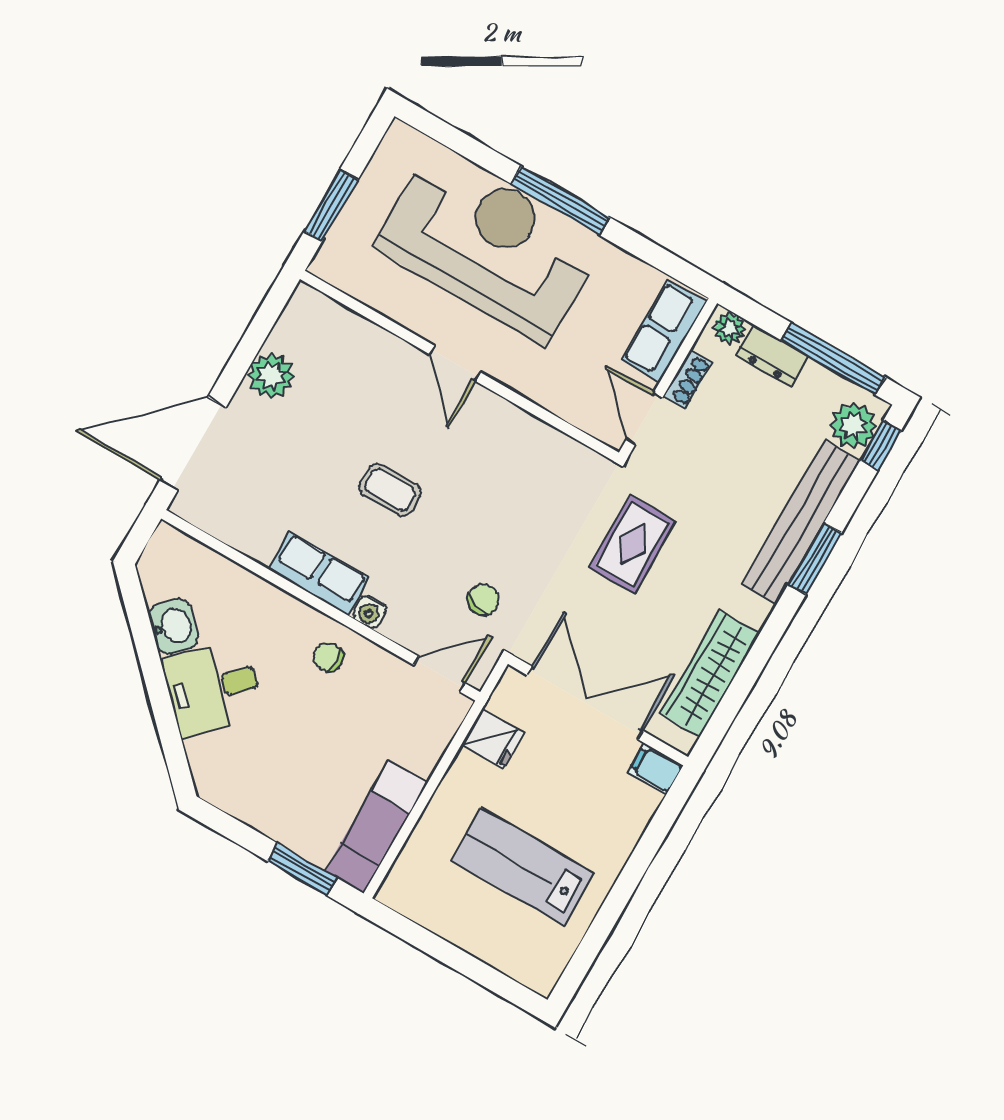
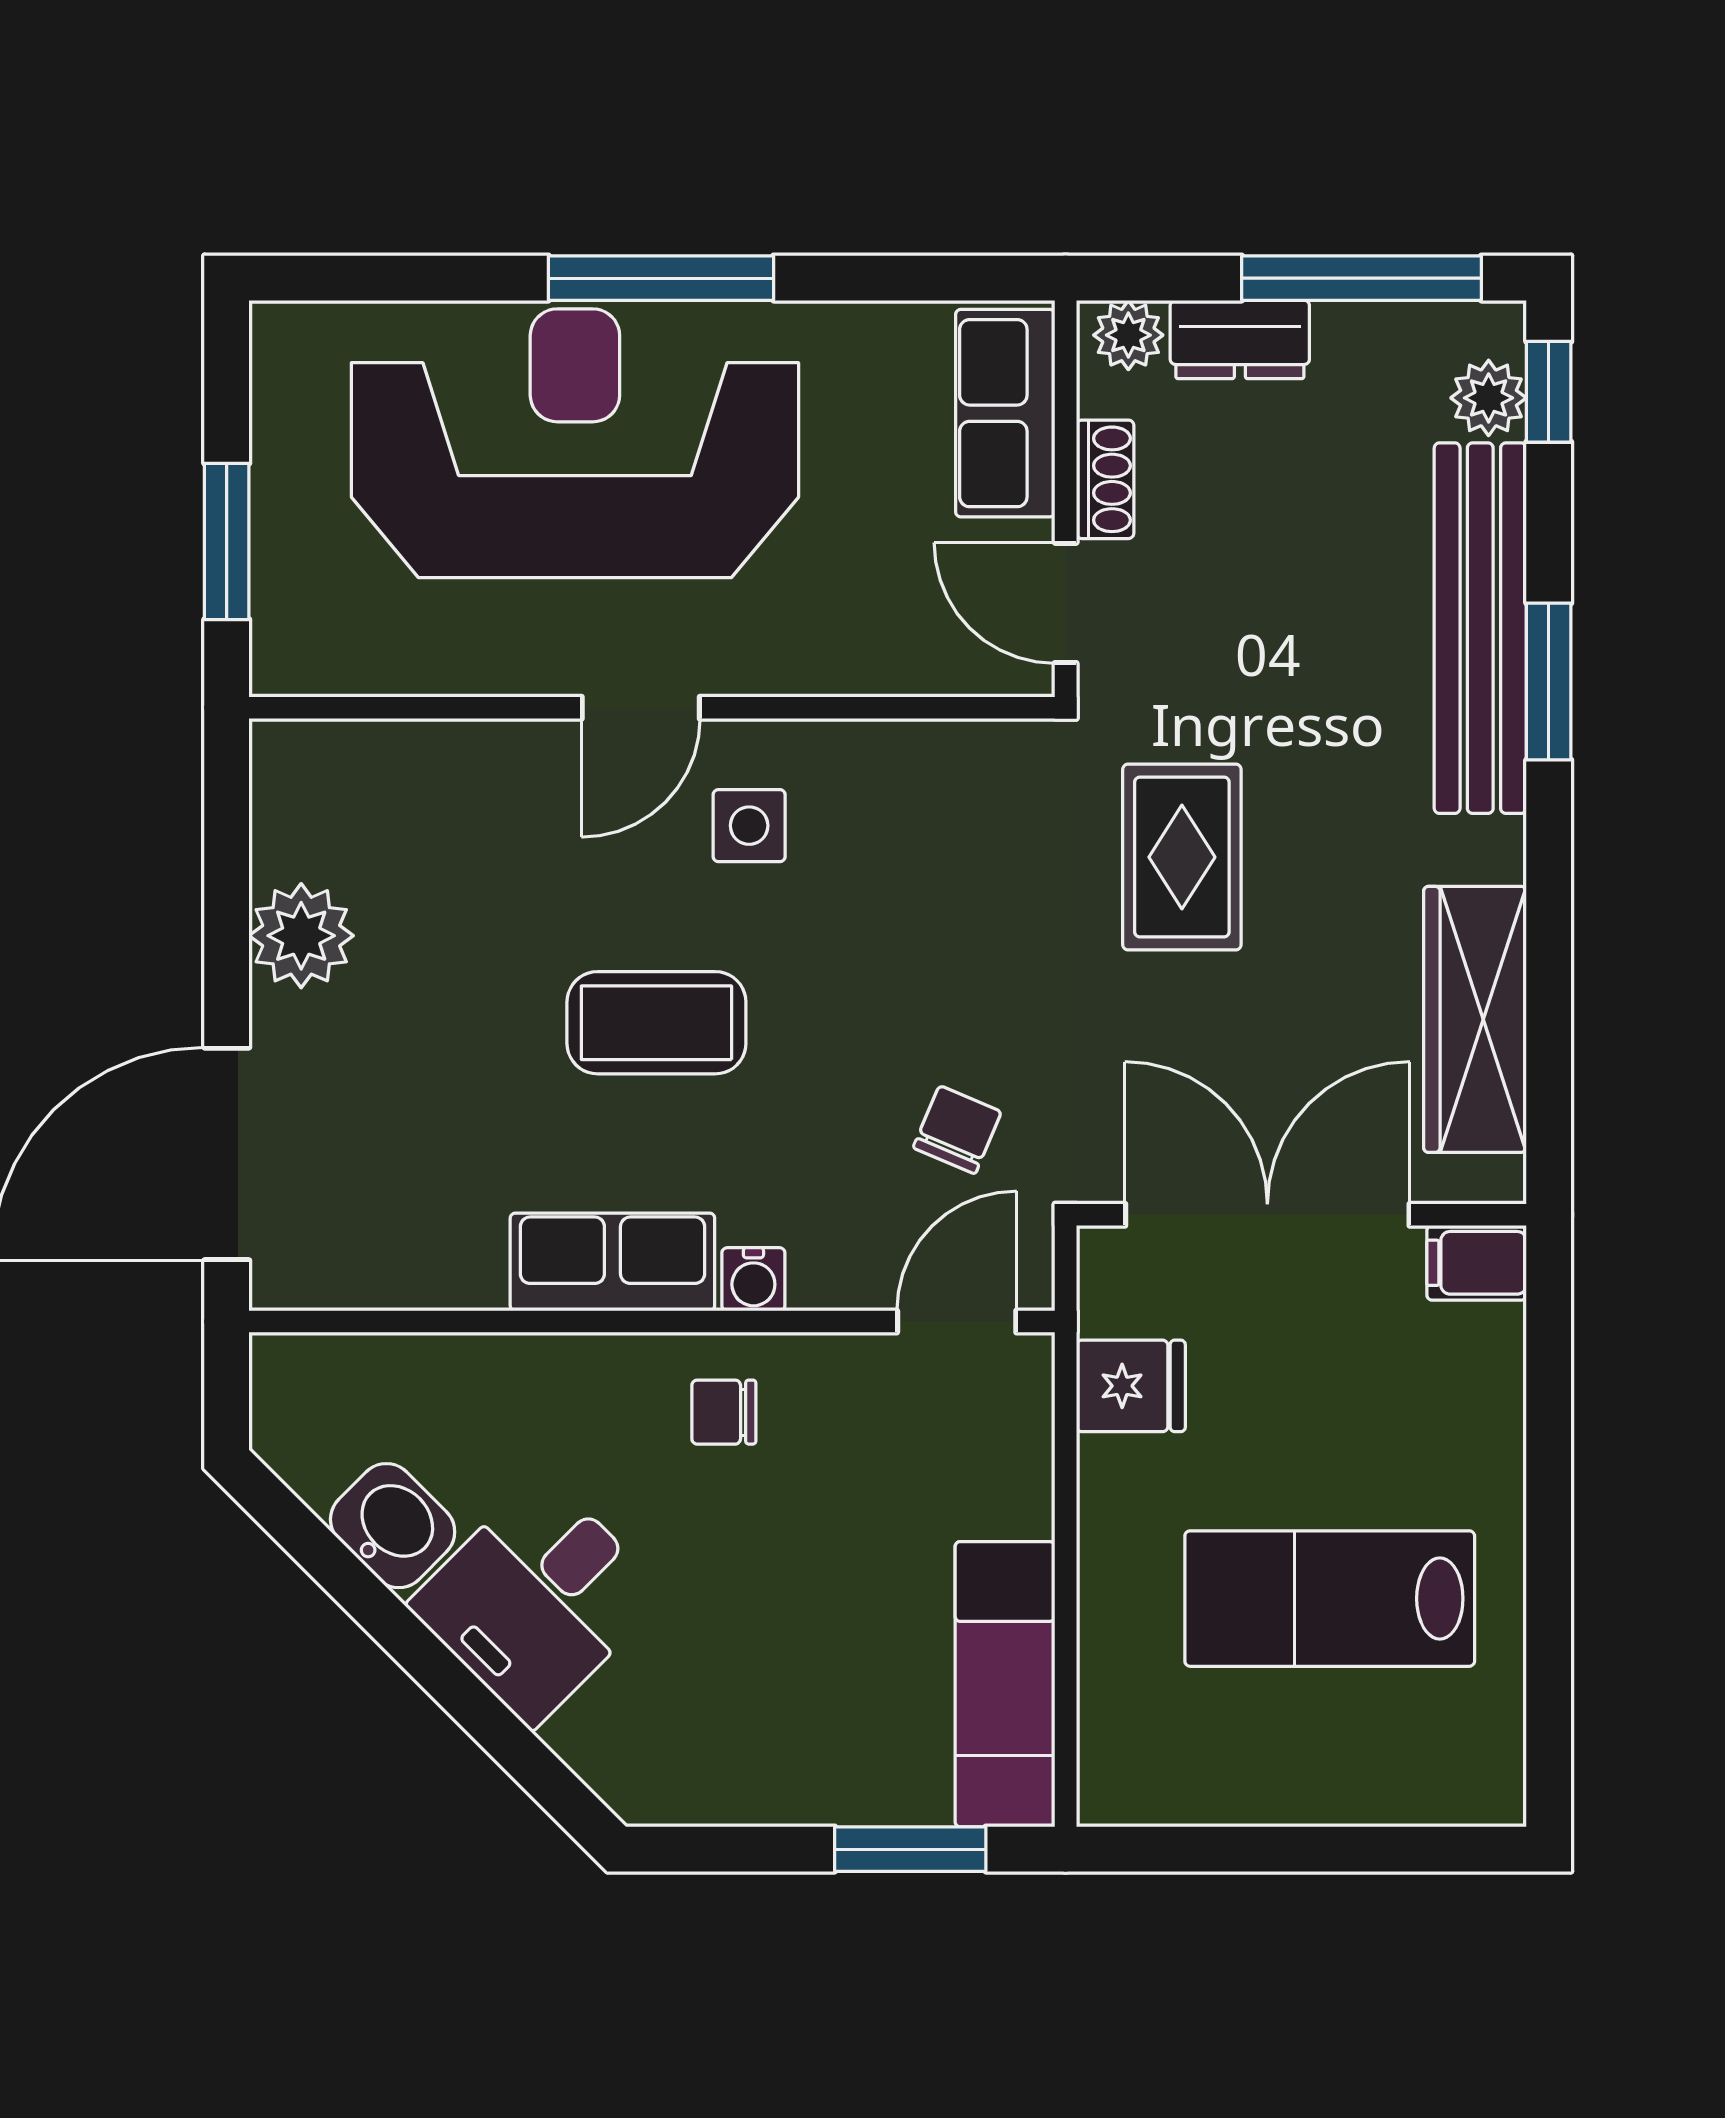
door: (455, 363) -> (641, 708), hinge flipped
plant: (853, 426) -> (1489, 398), width x0.73, depth x0.73
side table: (471, 434) -> (749, 826), added
coffee table: (390, 490) -> (656, 1023), width x1.36, depth x1.30

